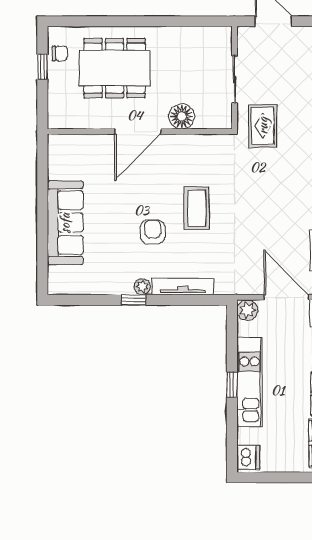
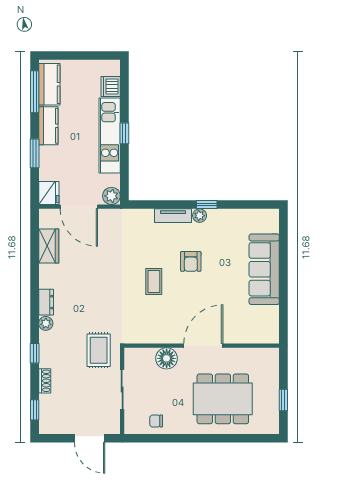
chair: (60, 53) -> (156, 421), moved
coffee table: (197, 208) -> (154, 282), width x0.73, depth x0.77
tv unit: (183, 286) -> (173, 216), width x0.71
dishwasher: (248, 457) -> (111, 86), moved

